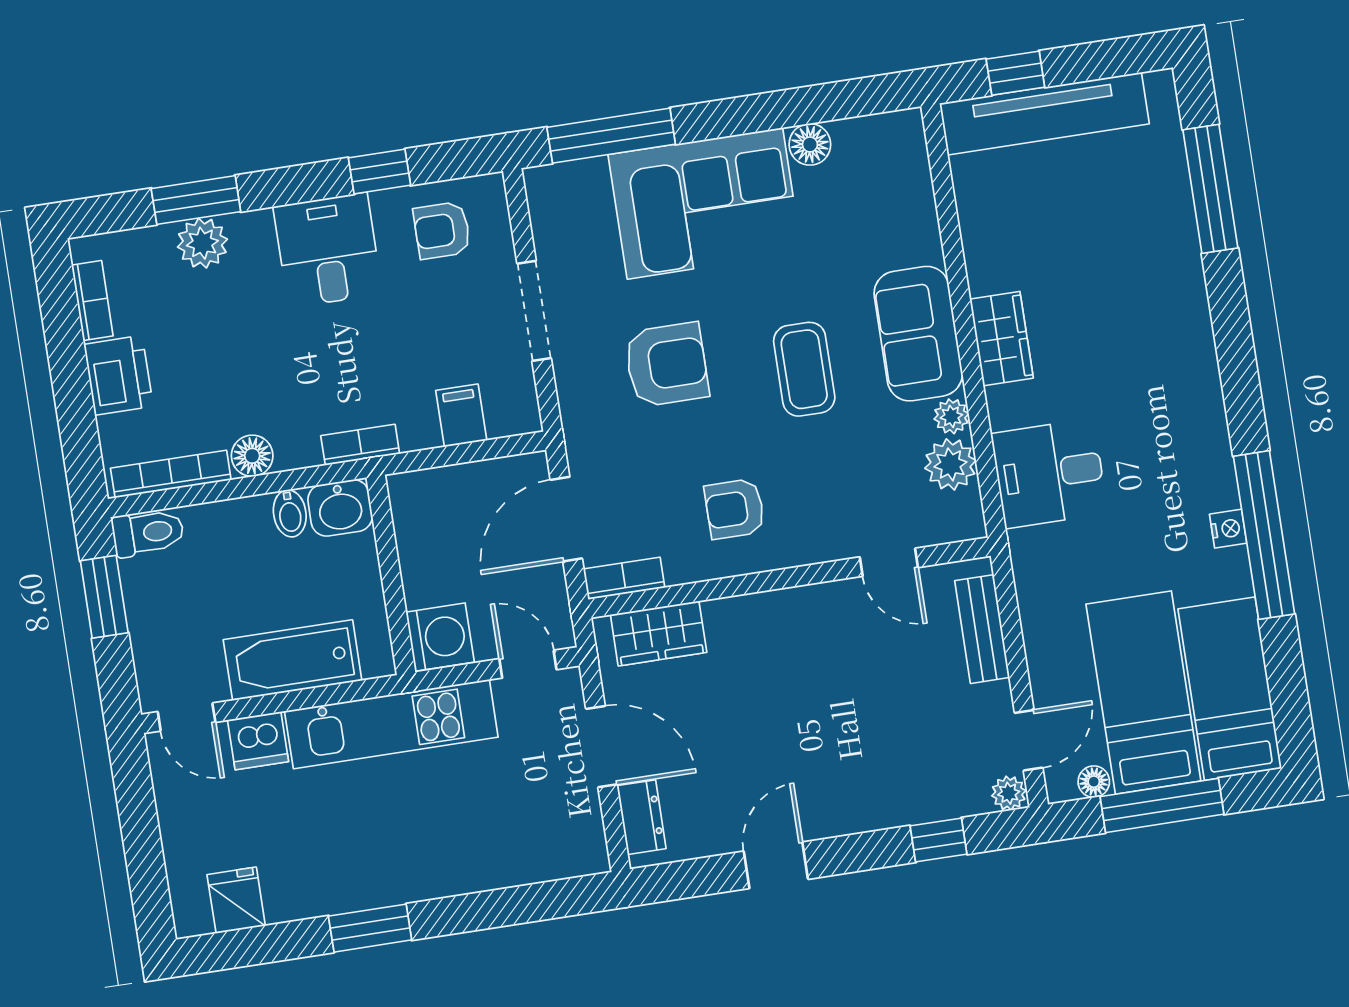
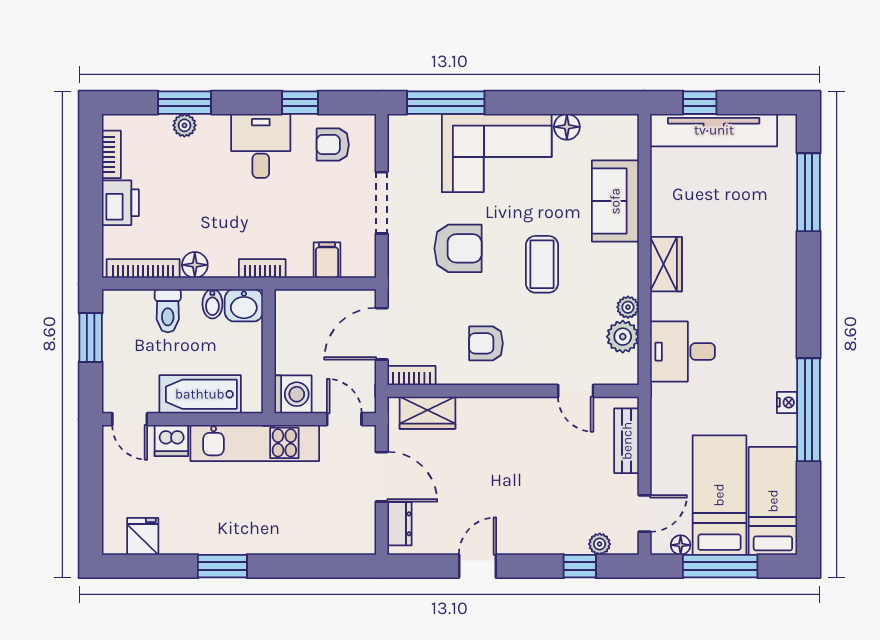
plant: (202, 243) -> (184, 125), width x0.73, depth x0.73
sofa: (918, 334) -> (615, 201), moved
toilet: (148, 533) -> (168, 311), moved, turned 90
plant: (1009, 793) -> (600, 544), moved

